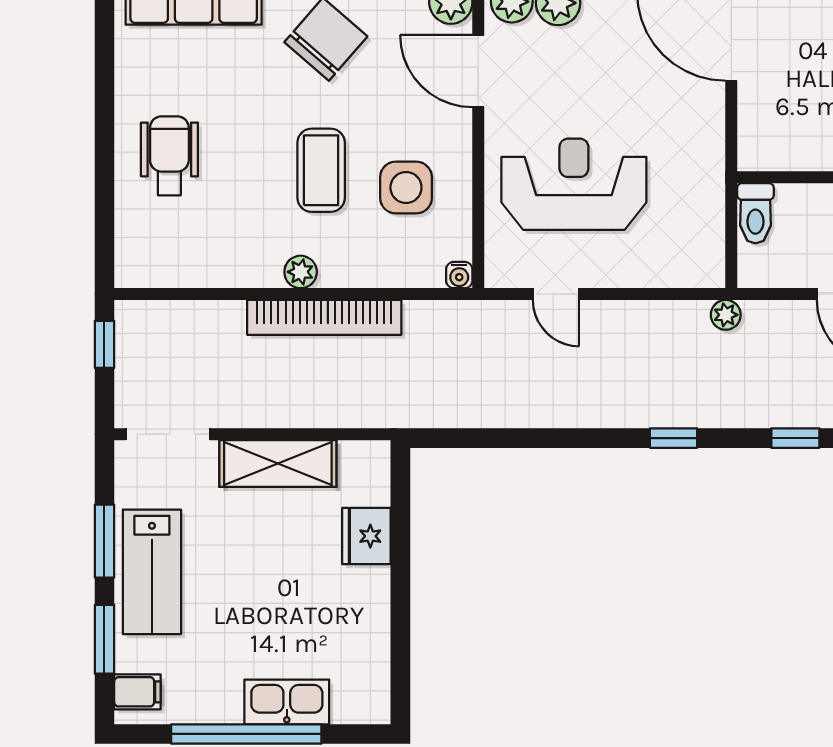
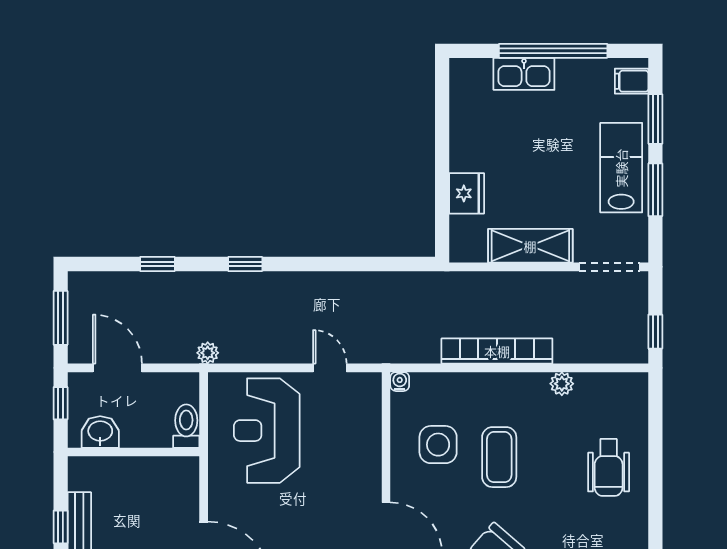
reception desk: (574, 184) -> (267, 431), moved, turned 90
plant: (301, 272) -> (562, 384), moved

